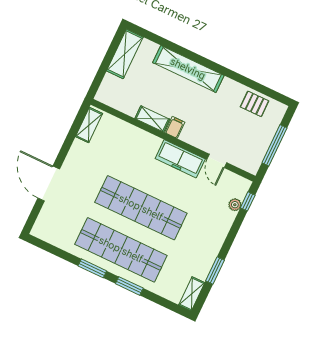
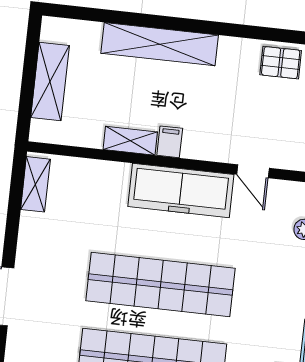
shelving: (125, 54) -> (50, 81), moved
freezer: (180, 159) -> (181, 191), width x1.36, depth x1.26

